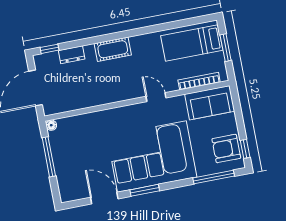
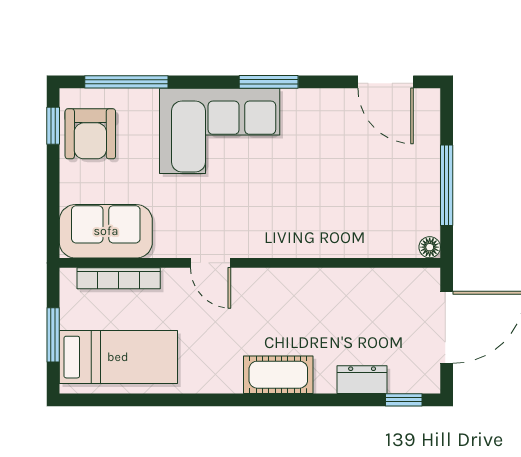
armchair: (226, 148) -> (90, 134), turned 90
corner sofa: (152, 157) -> (220, 131), width x0.73, depth x0.74
door: (104, 198) -> (386, 82), moved

